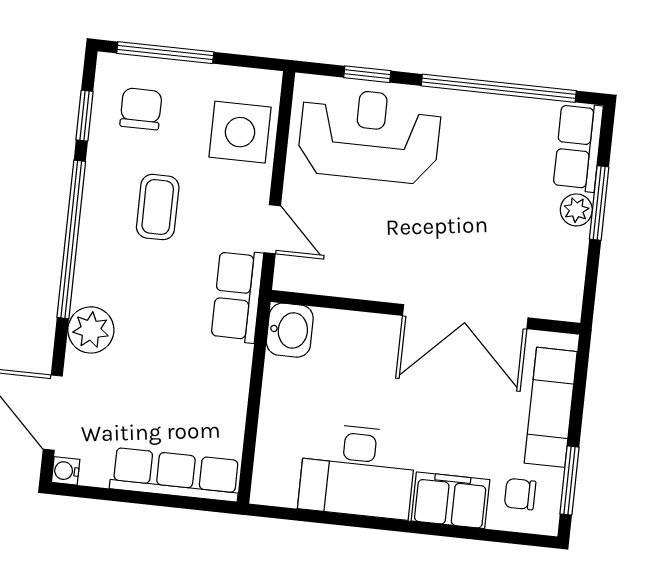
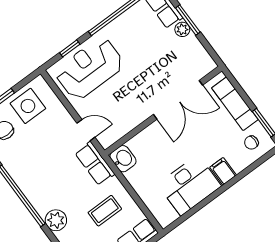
side table: (240, 132) -> (28, 106), moved
coffee table: (158, 207) -> (105, 211), moved, turned 90
filing cabinet: (450, 500) -> (223, 171), width x0.50

